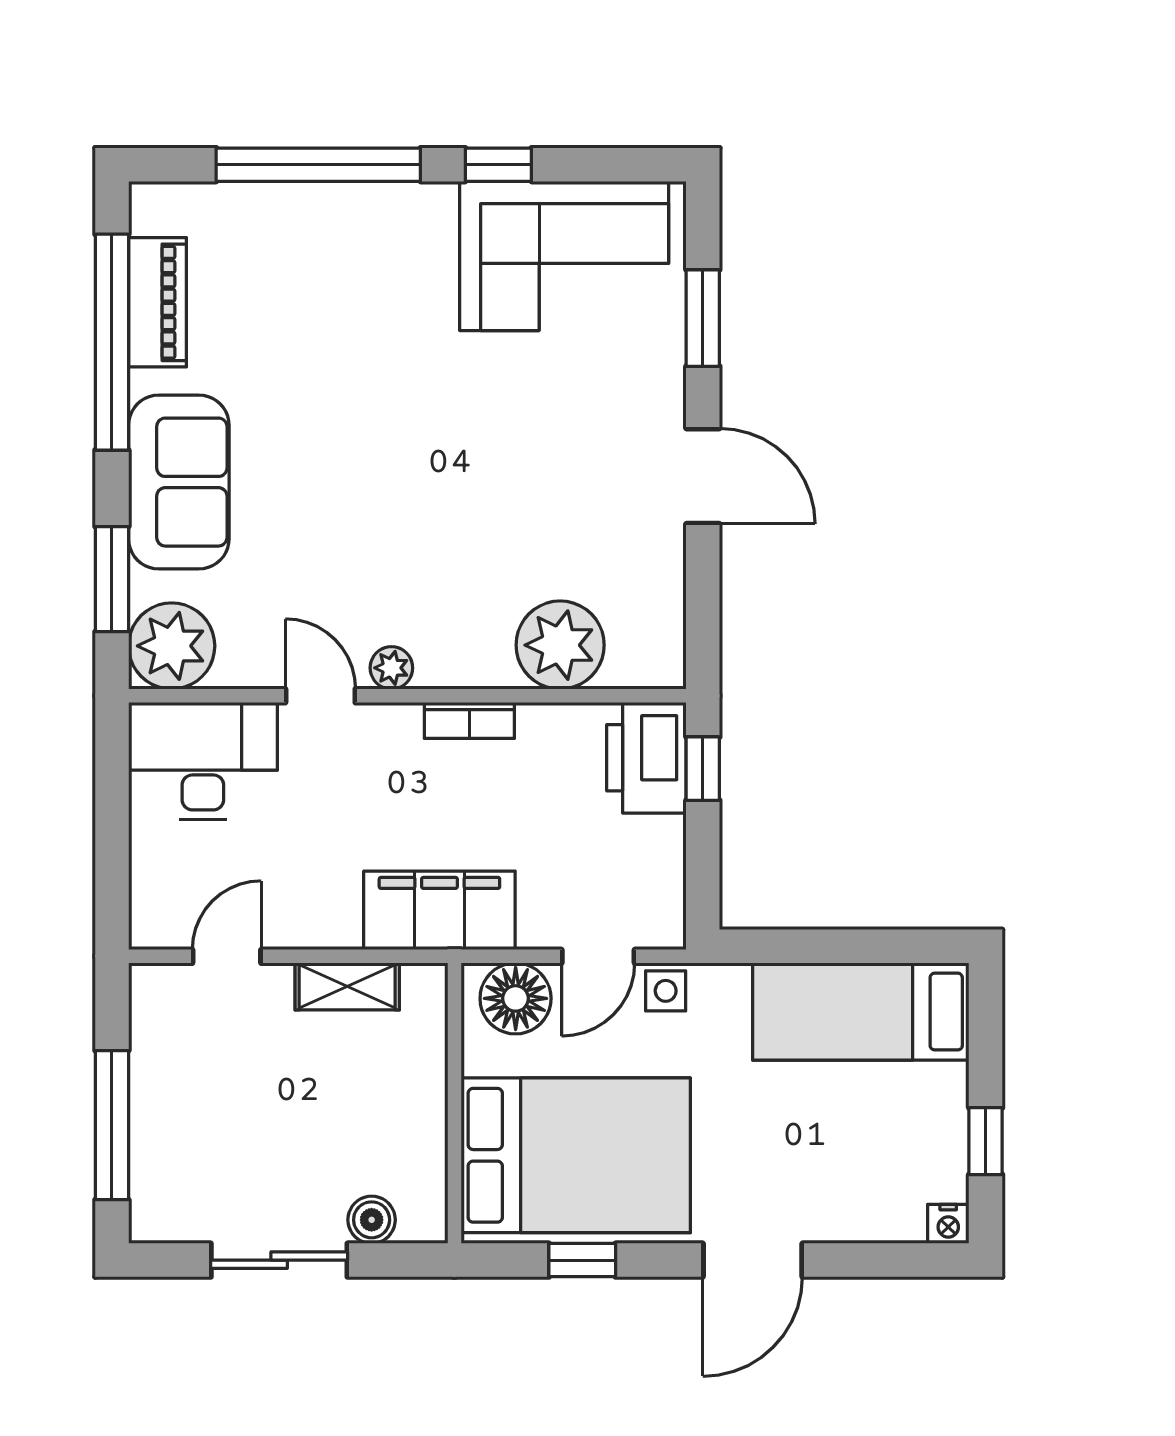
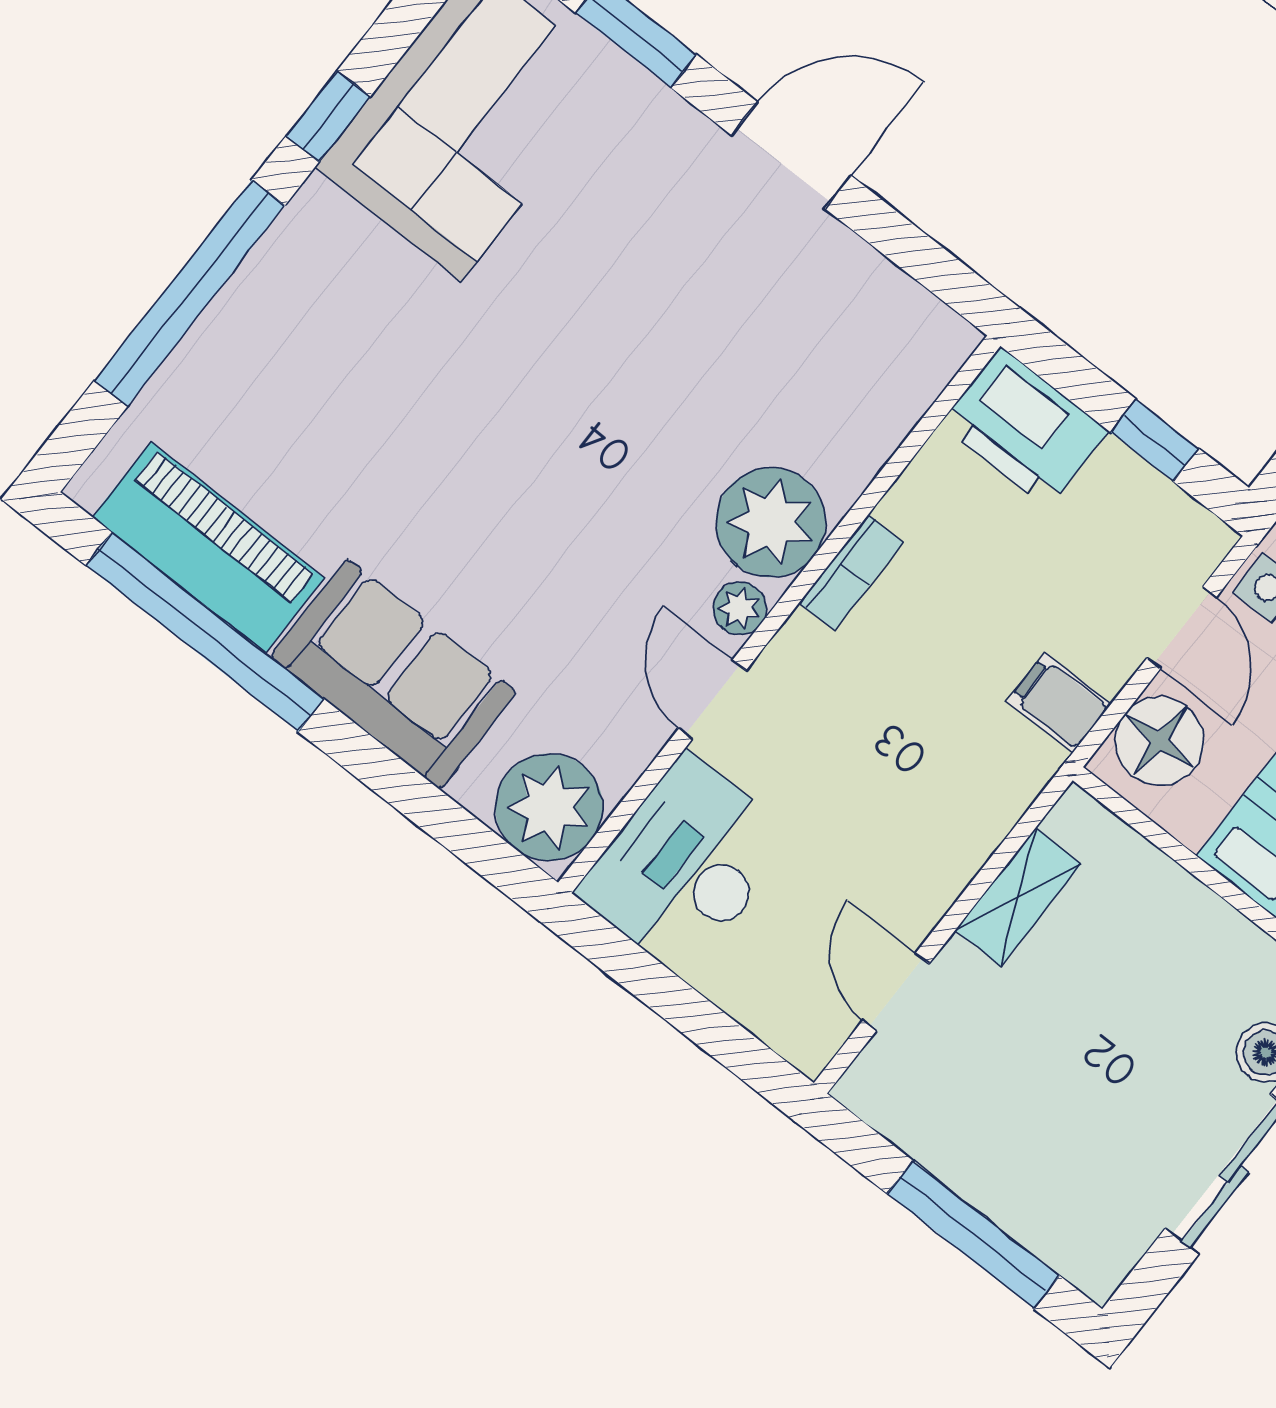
piano: (157, 302) -> (208, 547), width x1.37, depth x1.33
window: (112, 579) -> (438, 815), removed
plant: (560, 645) -> (771, 522), moved
door: (320, 696) -> (712, 700), hinge flipped
window: (703, 769) -> (1155, 440), moved
filing cabinet: (439, 910) -> (1059, 703), width x0.33, depth x0.86

